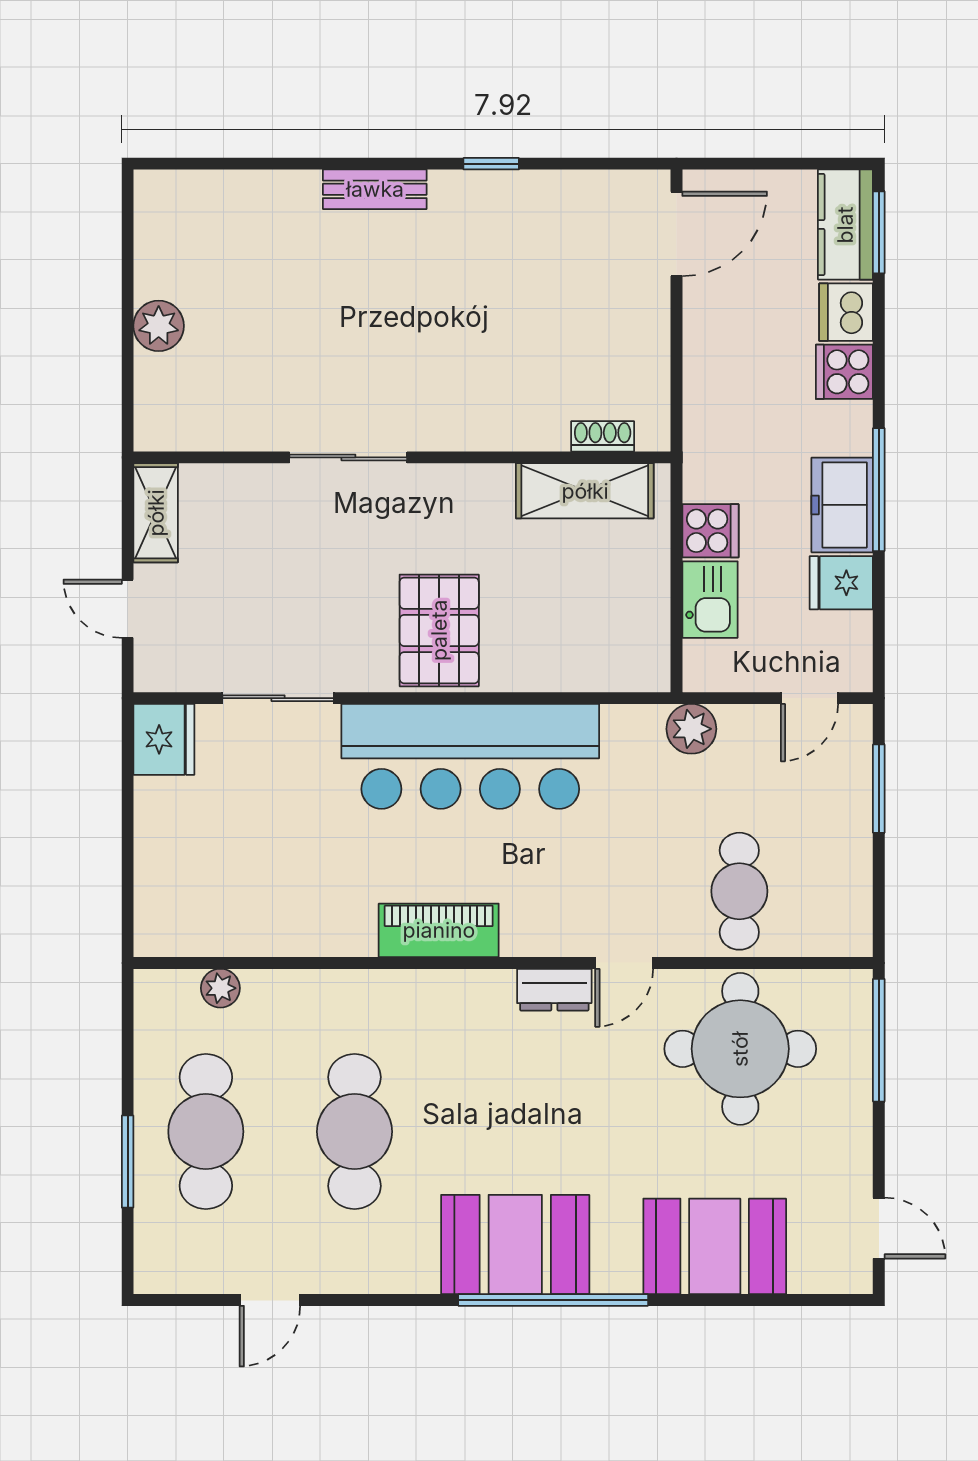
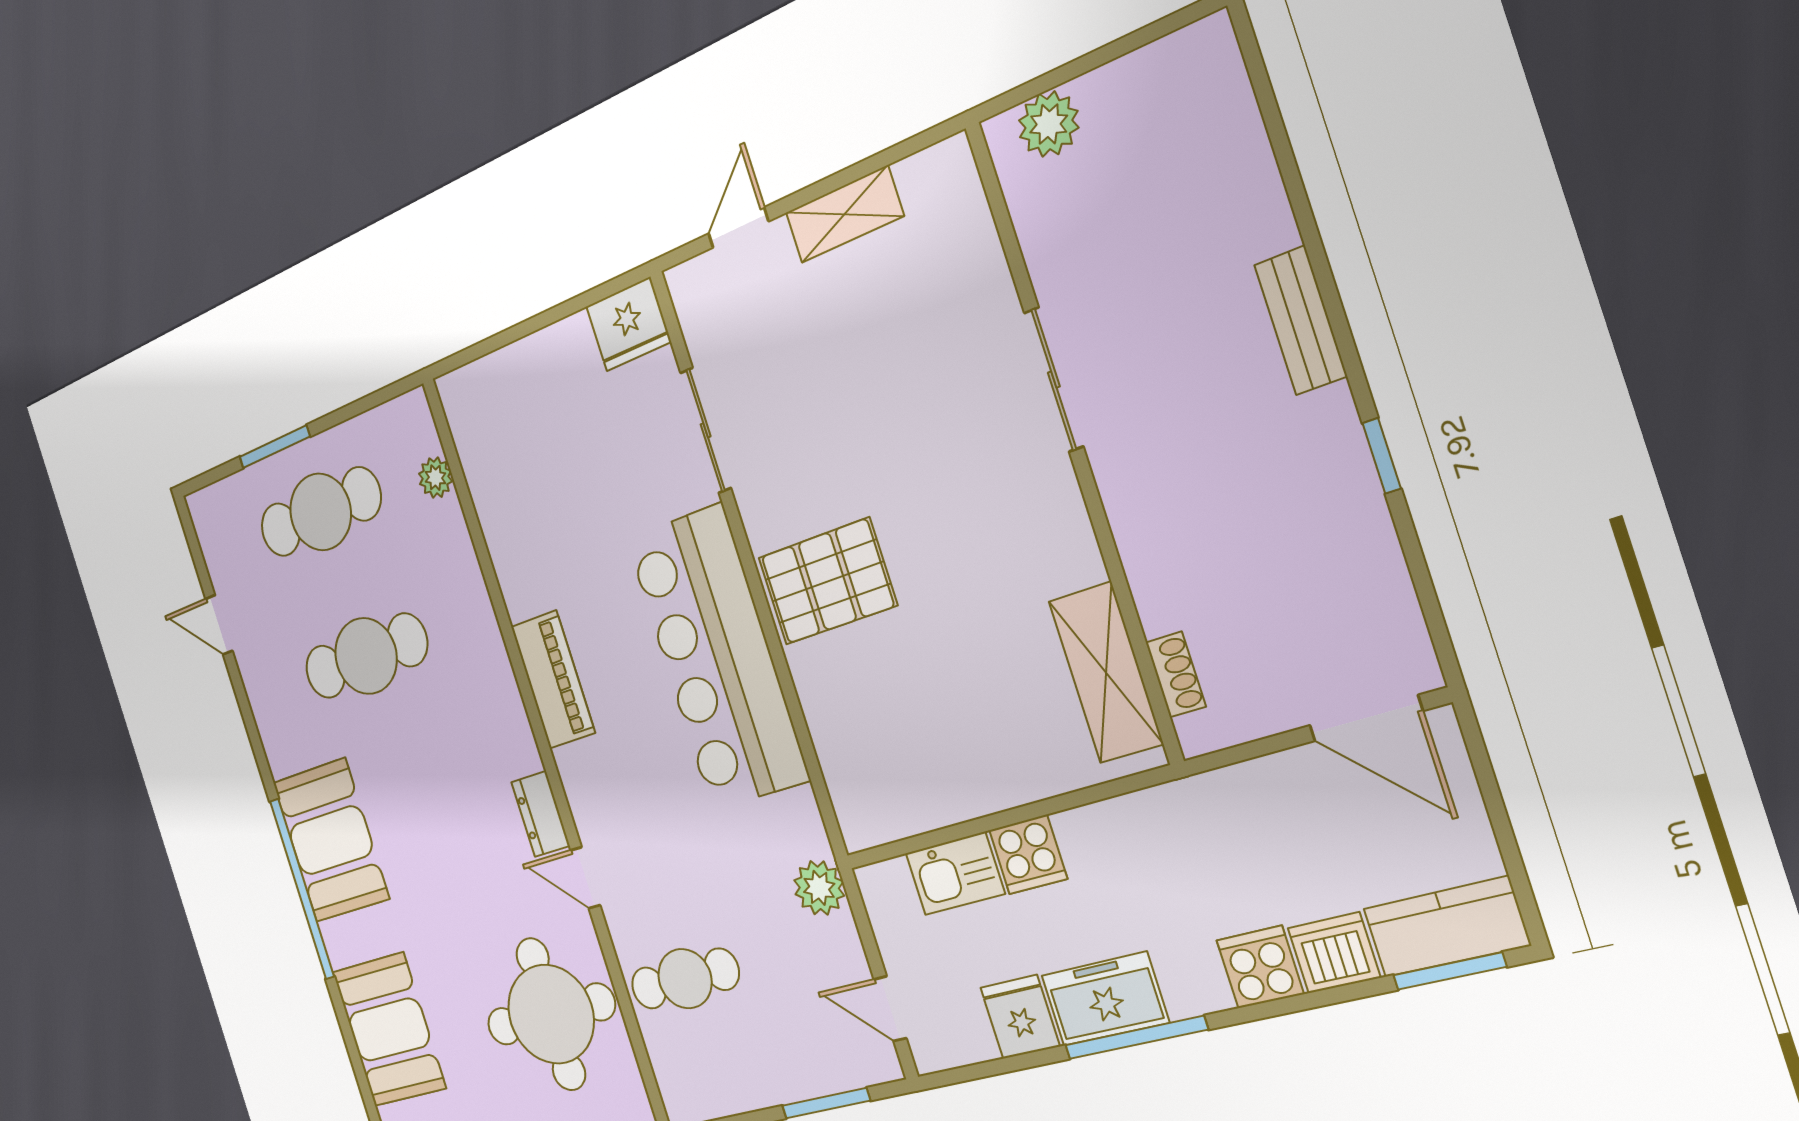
shoe rack: (603, 436) -> (1176, 674), moved
sliding door: (348, 457) -> (1054, 380), moved
wall: (402, 457) -> (1074, 443), moved
shelving: (585, 491) -> (1106, 673), moved

